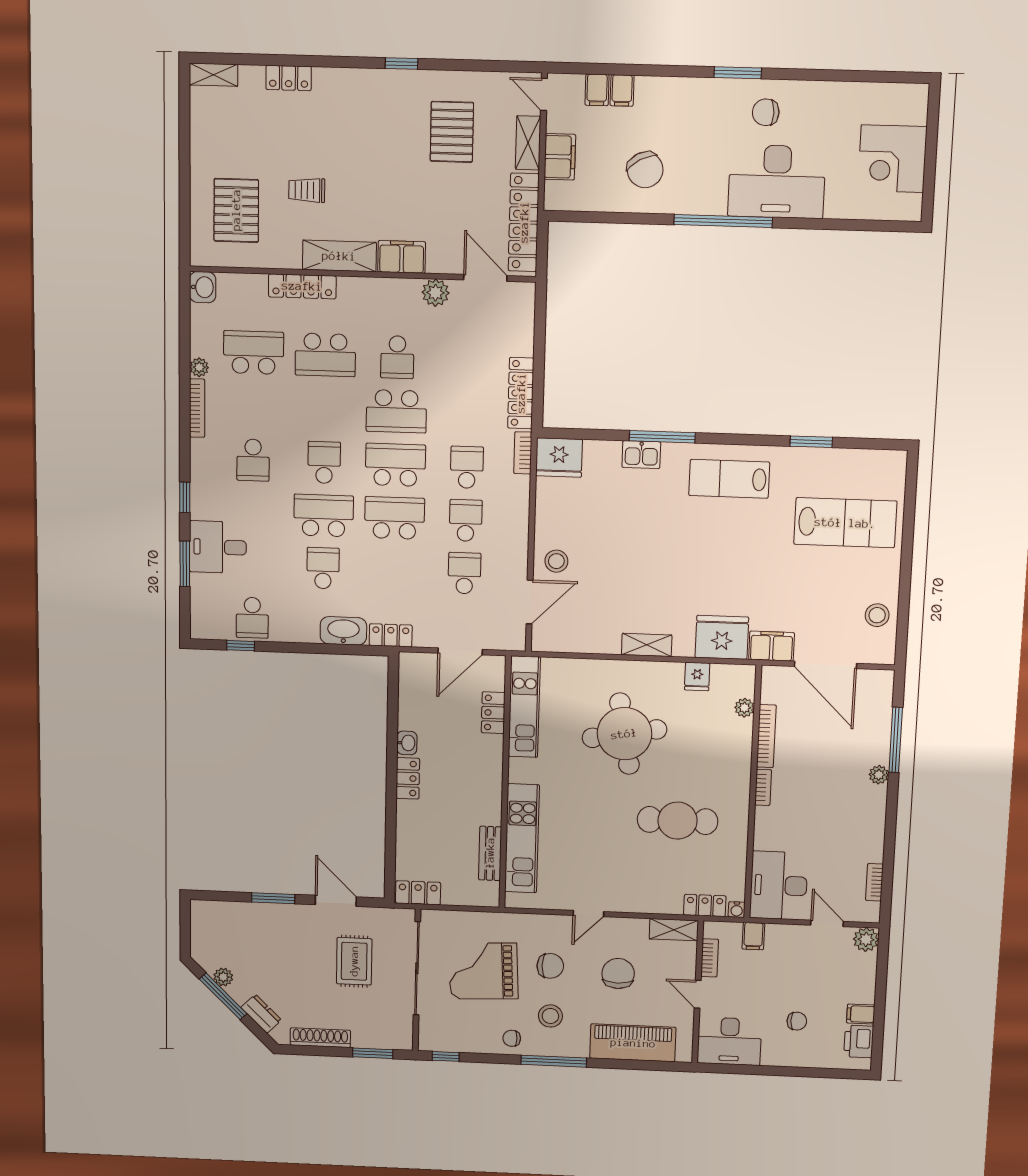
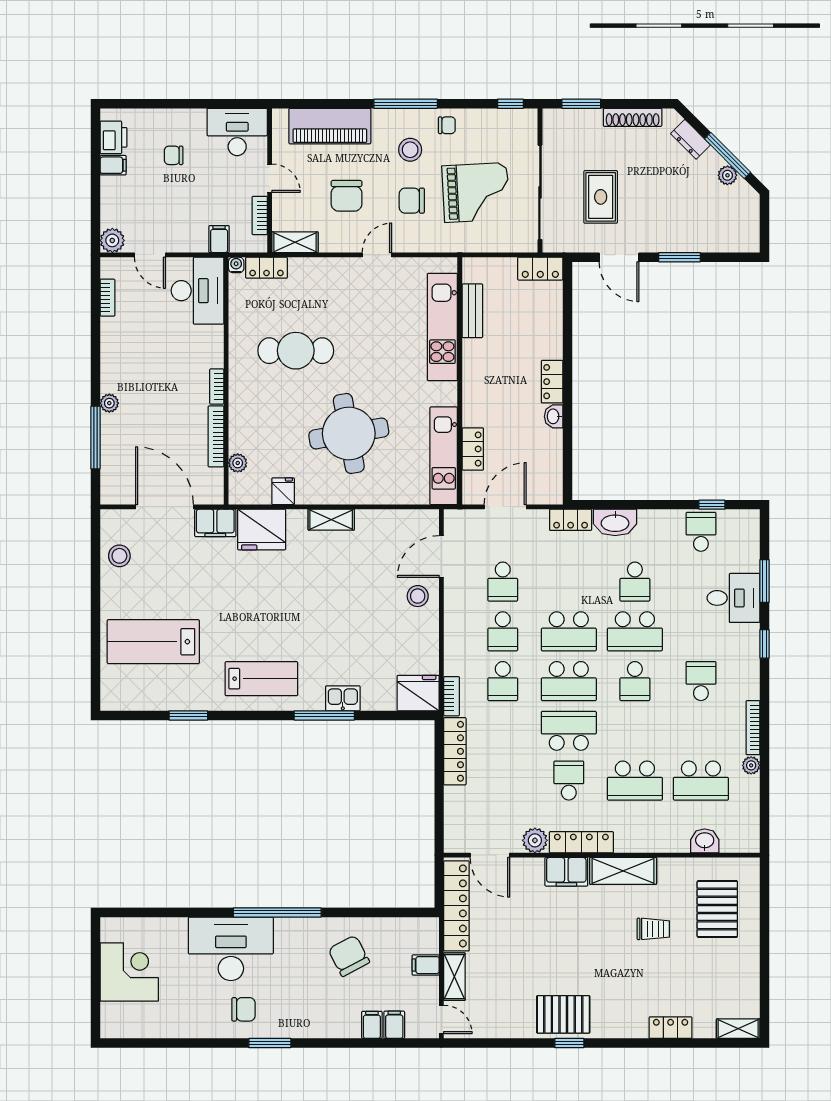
pallet: (452, 132) -> (563, 1014), moved, turned 90
filing cabinet: (560, 157) -> (426, 965), width x0.50
locker: (302, 286) -> (581, 842), moved
washbasin: (203, 287) -> (705, 841), moved, turned 90
school desk: (325, 355) -> (635, 781), turned 180

